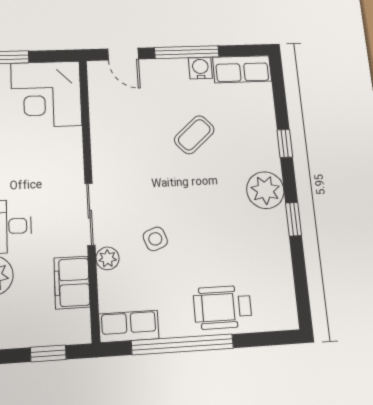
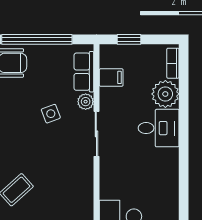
filing cabinet: (72, 282) -> (111, 77), width x0.50
row of seats: (129, 326) -> (84, 72), moved, turned 90

